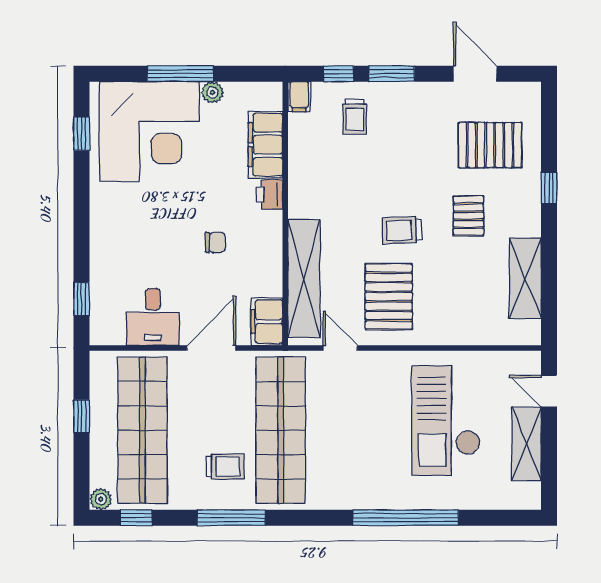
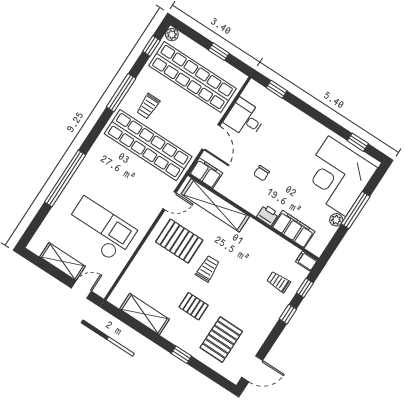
window: (392, 74) -> (288, 314), width x0.67
door: (475, 74) -> (252, 369), moved

